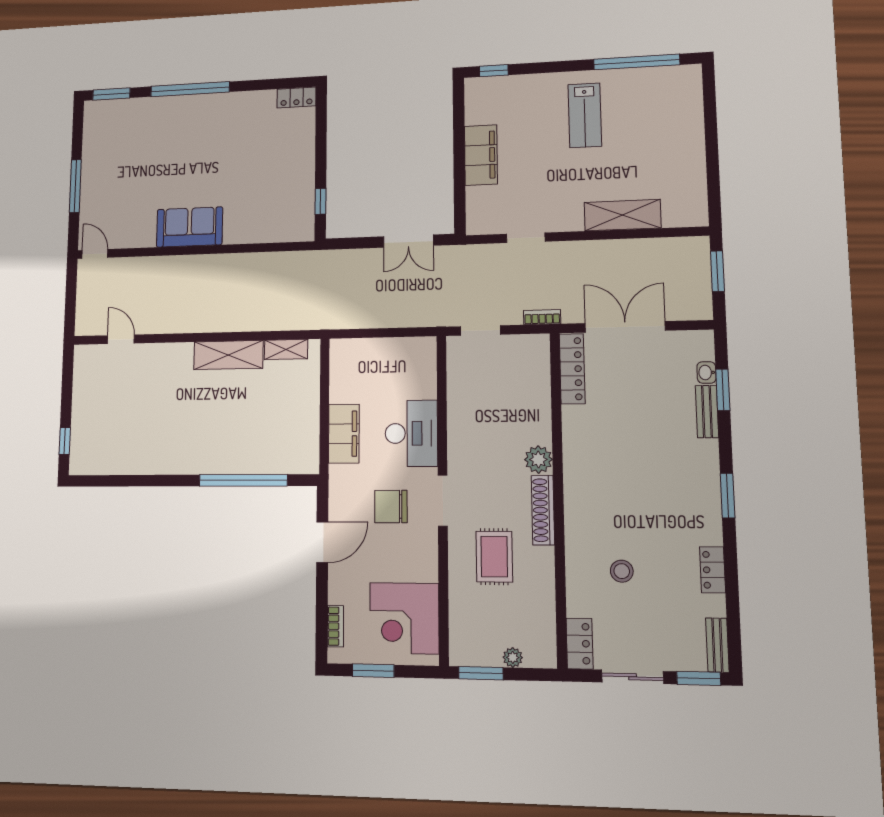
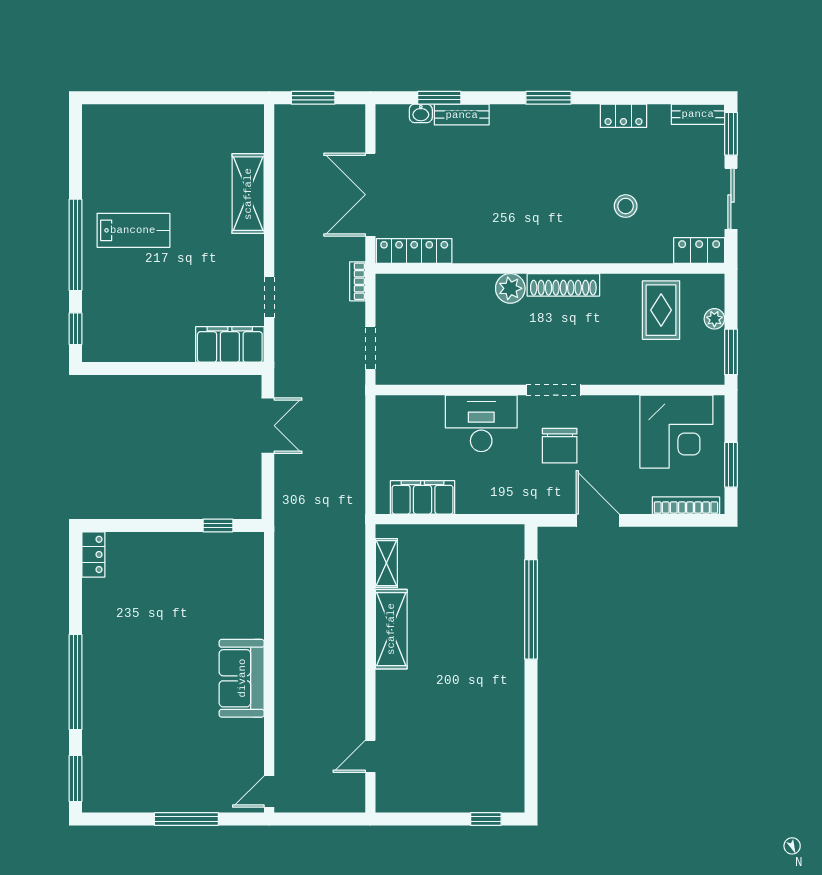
window: (637, 62) -> (75, 245), moved
filing cabinet: (481, 155) -> (230, 344), moved
filing cabinet: (344, 434) -> (423, 497), moved
rug: (494, 557) -> (661, 310), moved, turned 90
bookcase: (335, 626) -> (686, 505), width x1.56

